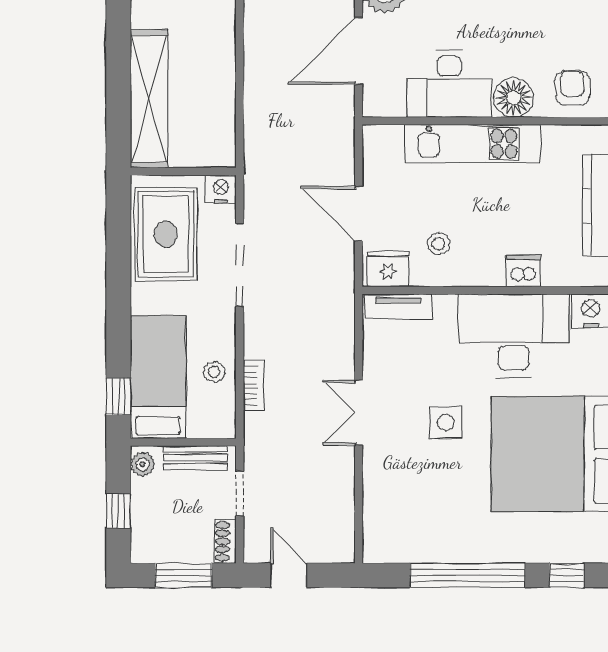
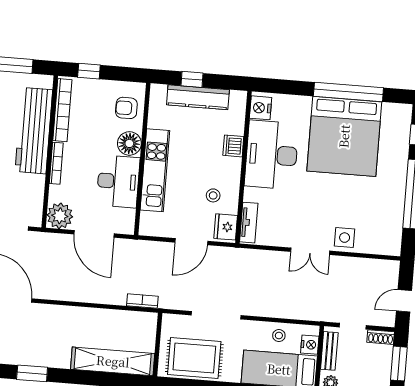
nightstand: (221, 189) -> (310, 345), moved, turned 180
bookcase: (253, 385) -> (142, 301), moved
side table: (446, 422) -> (345, 238), moved

